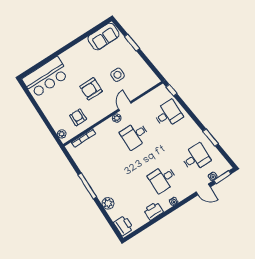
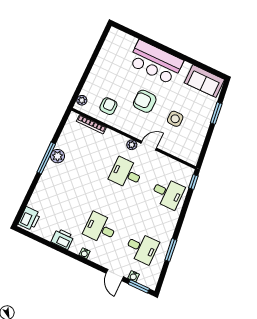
bar counter: (46, 77) -> (156, 62), moved
plant: (108, 203) -> (58, 156), moved

